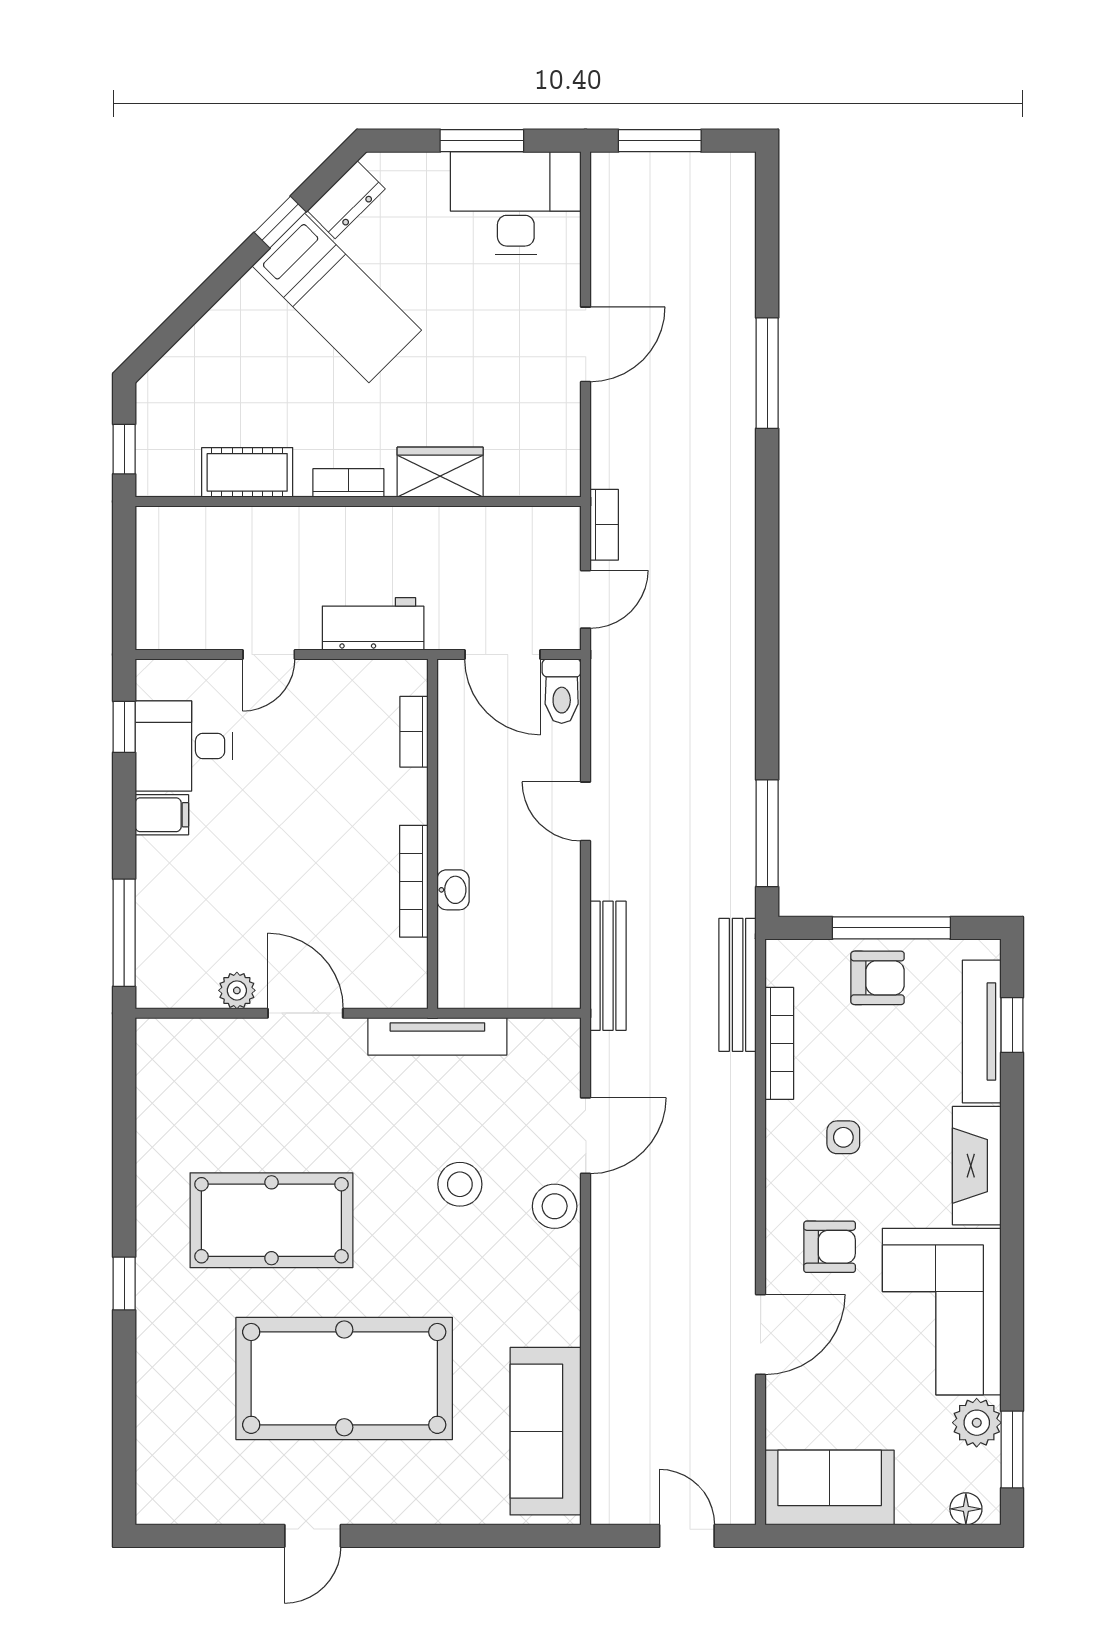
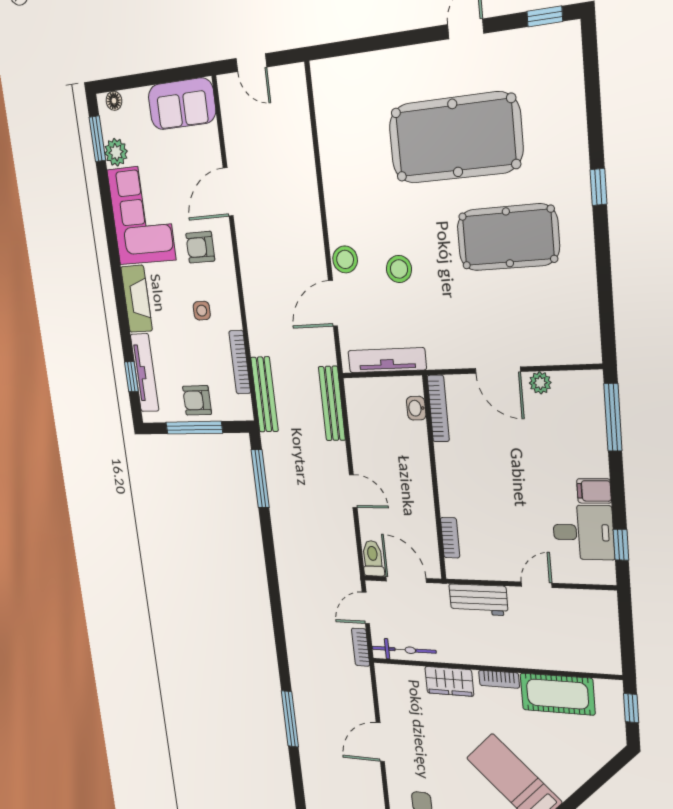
cot: (247, 472) -> (557, 694), width x1.37, depth x1.34
bicycle: (520, 525) -> (404, 650), added
bookcase: (414, 881) -> (438, 409), moved
washbasin: (453, 890) -> (416, 408), moved
tv unit: (437, 1036) -> (387, 360), moved
sofa: (546, 1431) -> (335, 118), removed
window: (188, 1536) -> (545, 16), added

